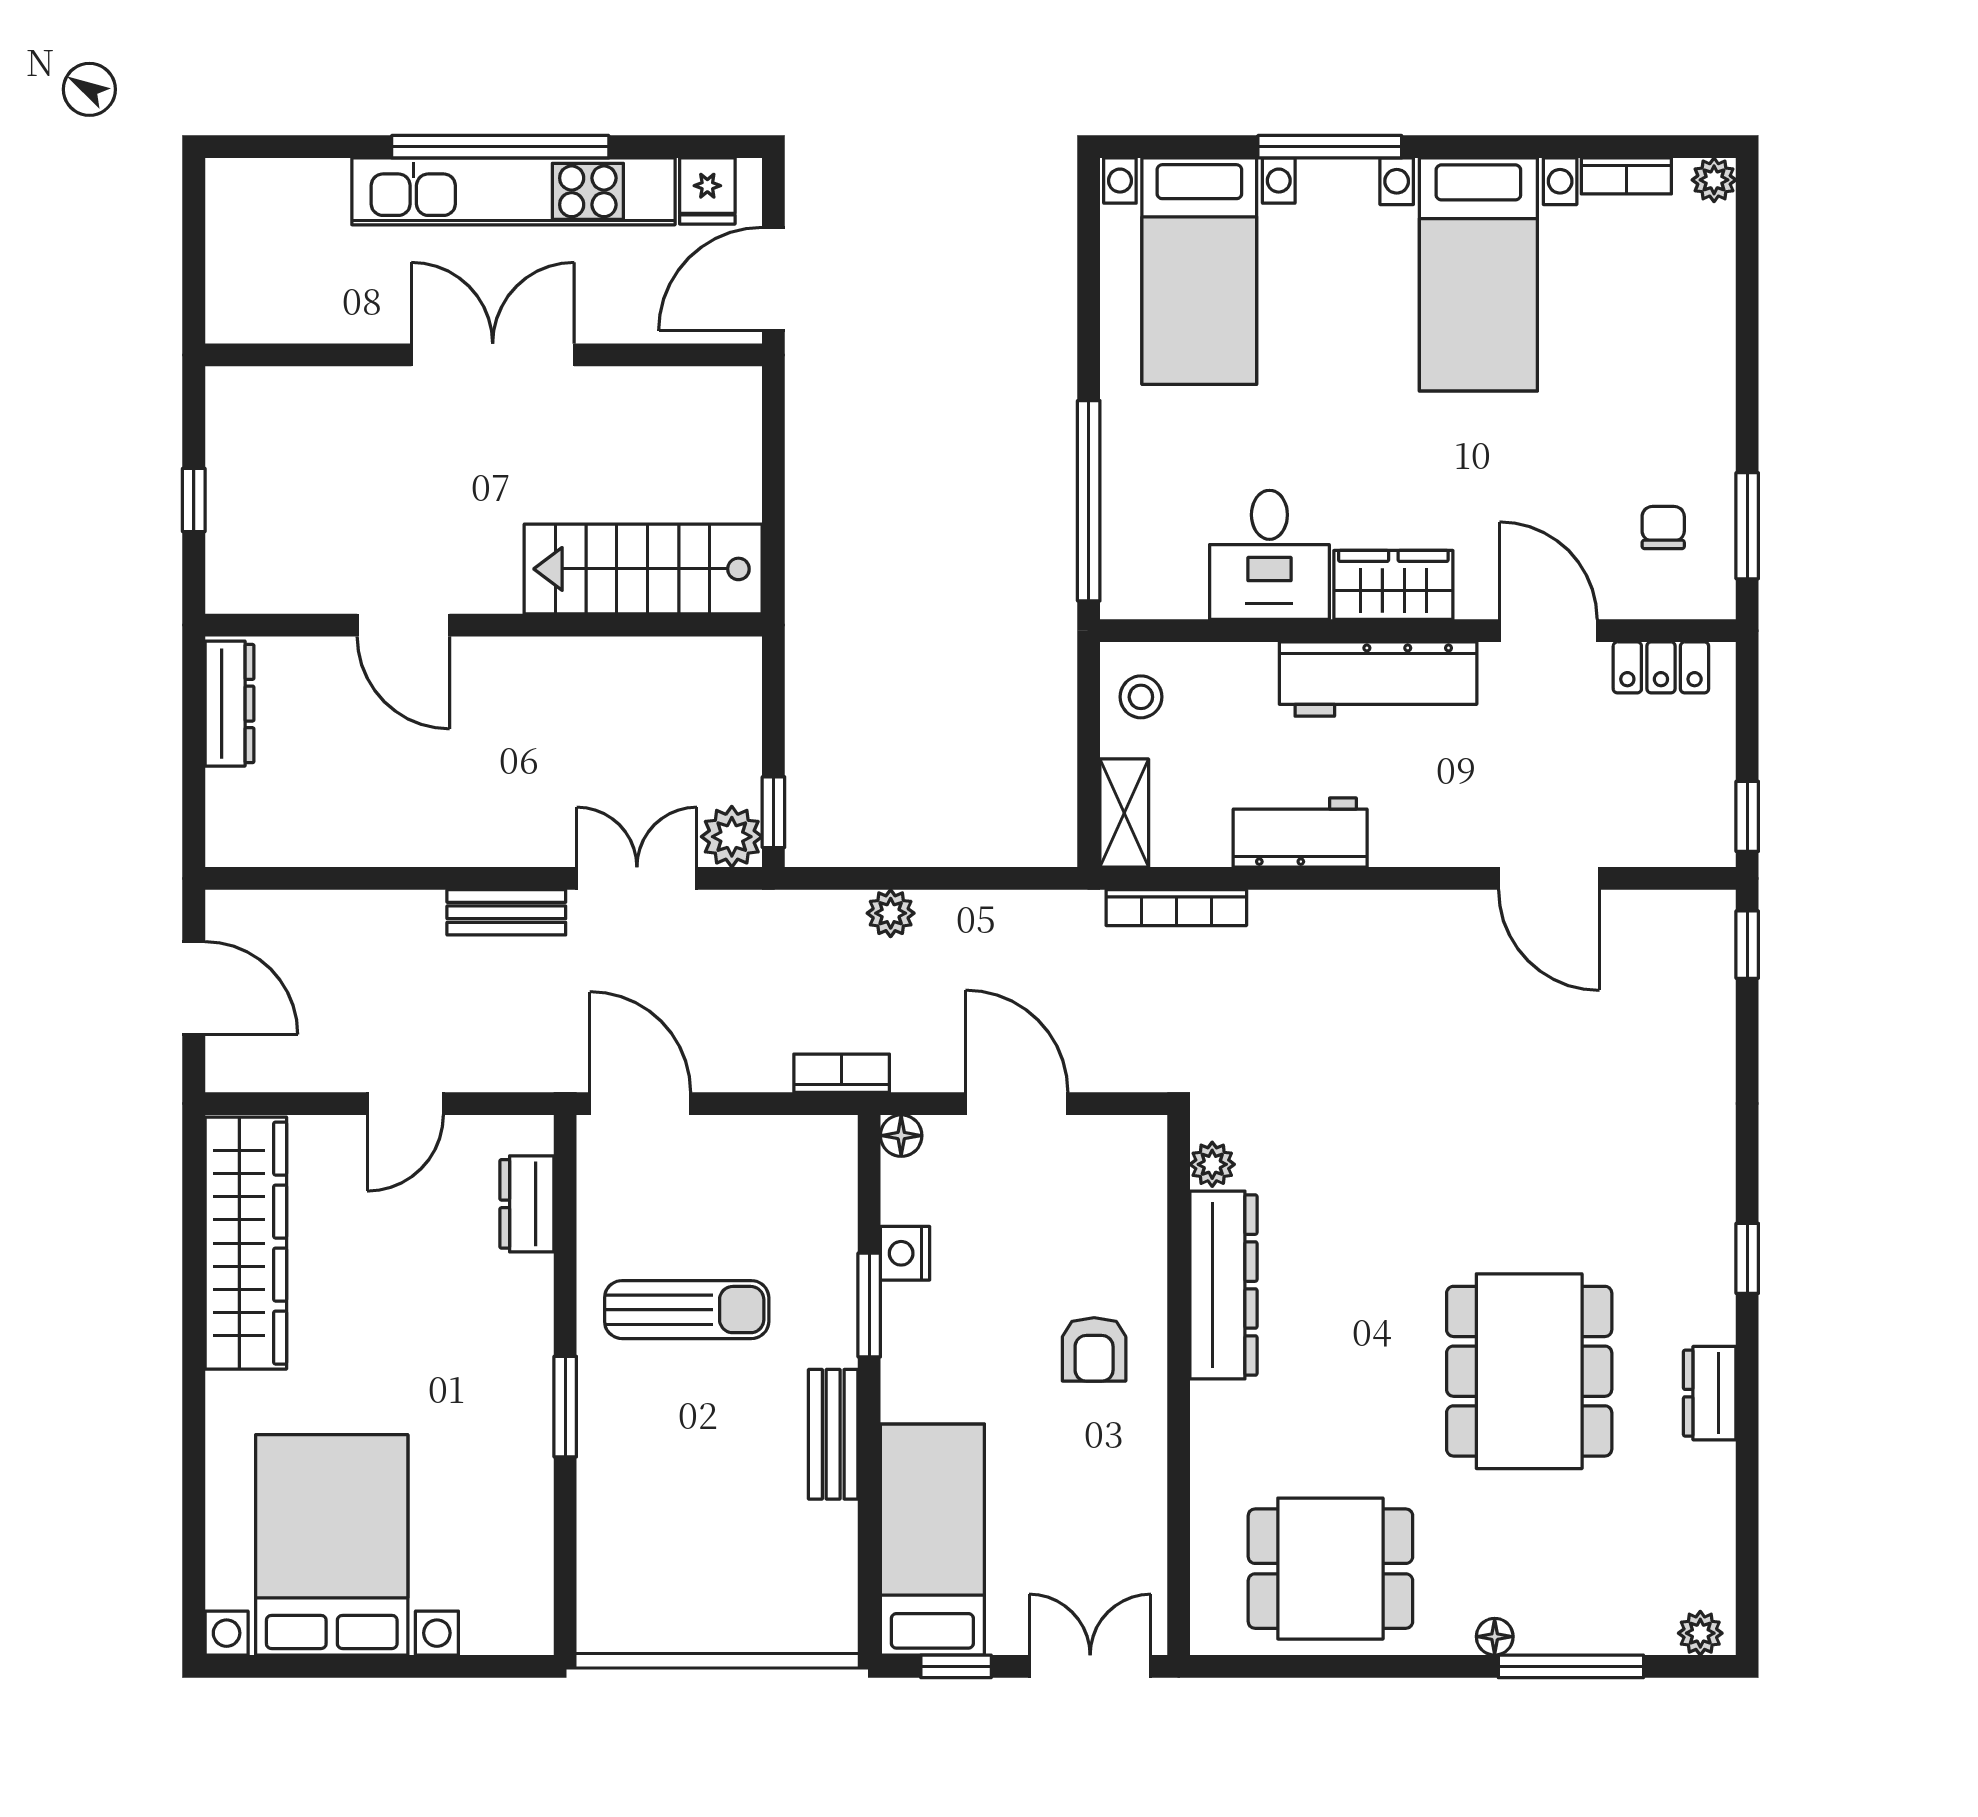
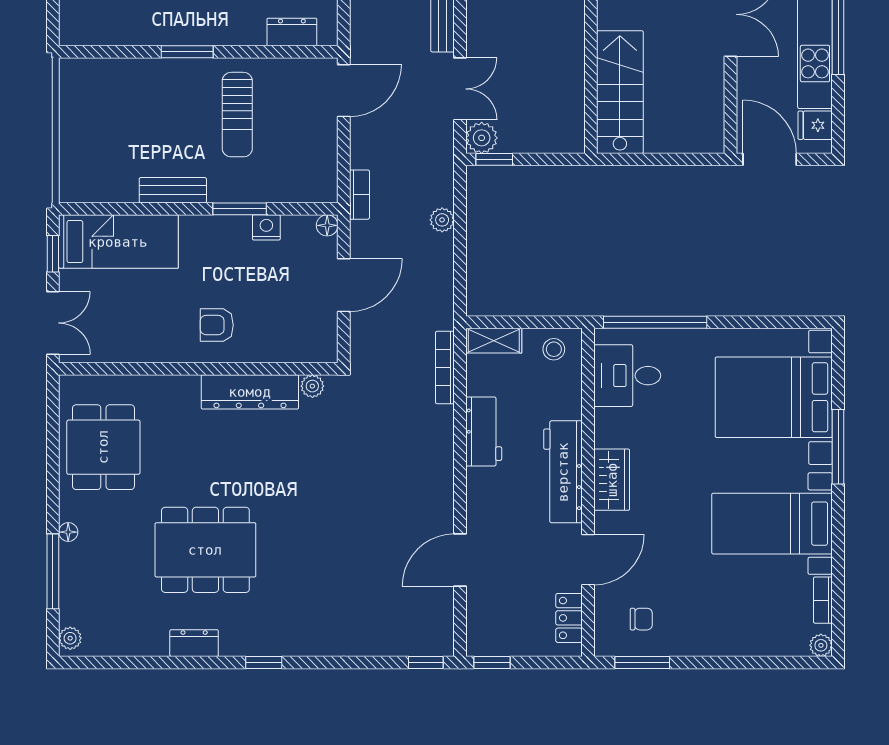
bed with nightstands: (1199, 271) -> (774, 397), width x1.36
desk: (1269, 555) -> (627, 376), moved

